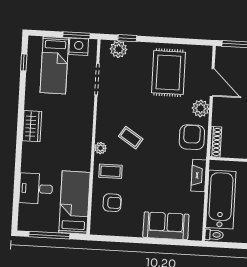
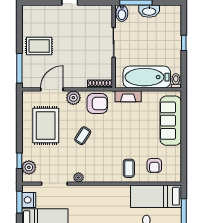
rug: (168, 73) -> (46, 126), turned 90
armchair: (192, 137) -> (97, 103), turned 180
coffee table: (131, 138) -> (83, 136), moved
plant: (100, 148) -> (79, 178), moved
armchair: (112, 203) -> (154, 166), turned 180
sofa: (166, 226) -> (171, 121), width x1.36

